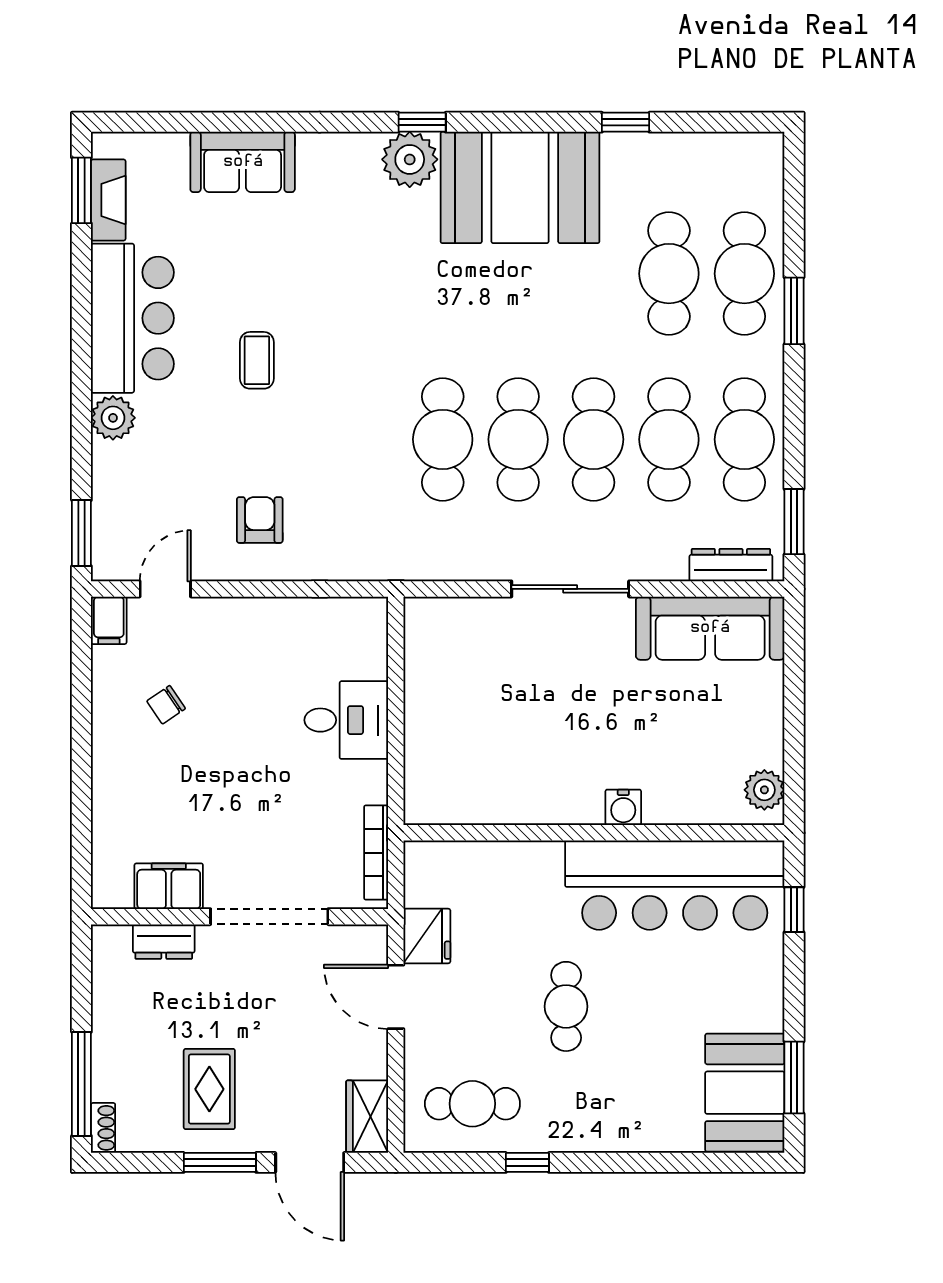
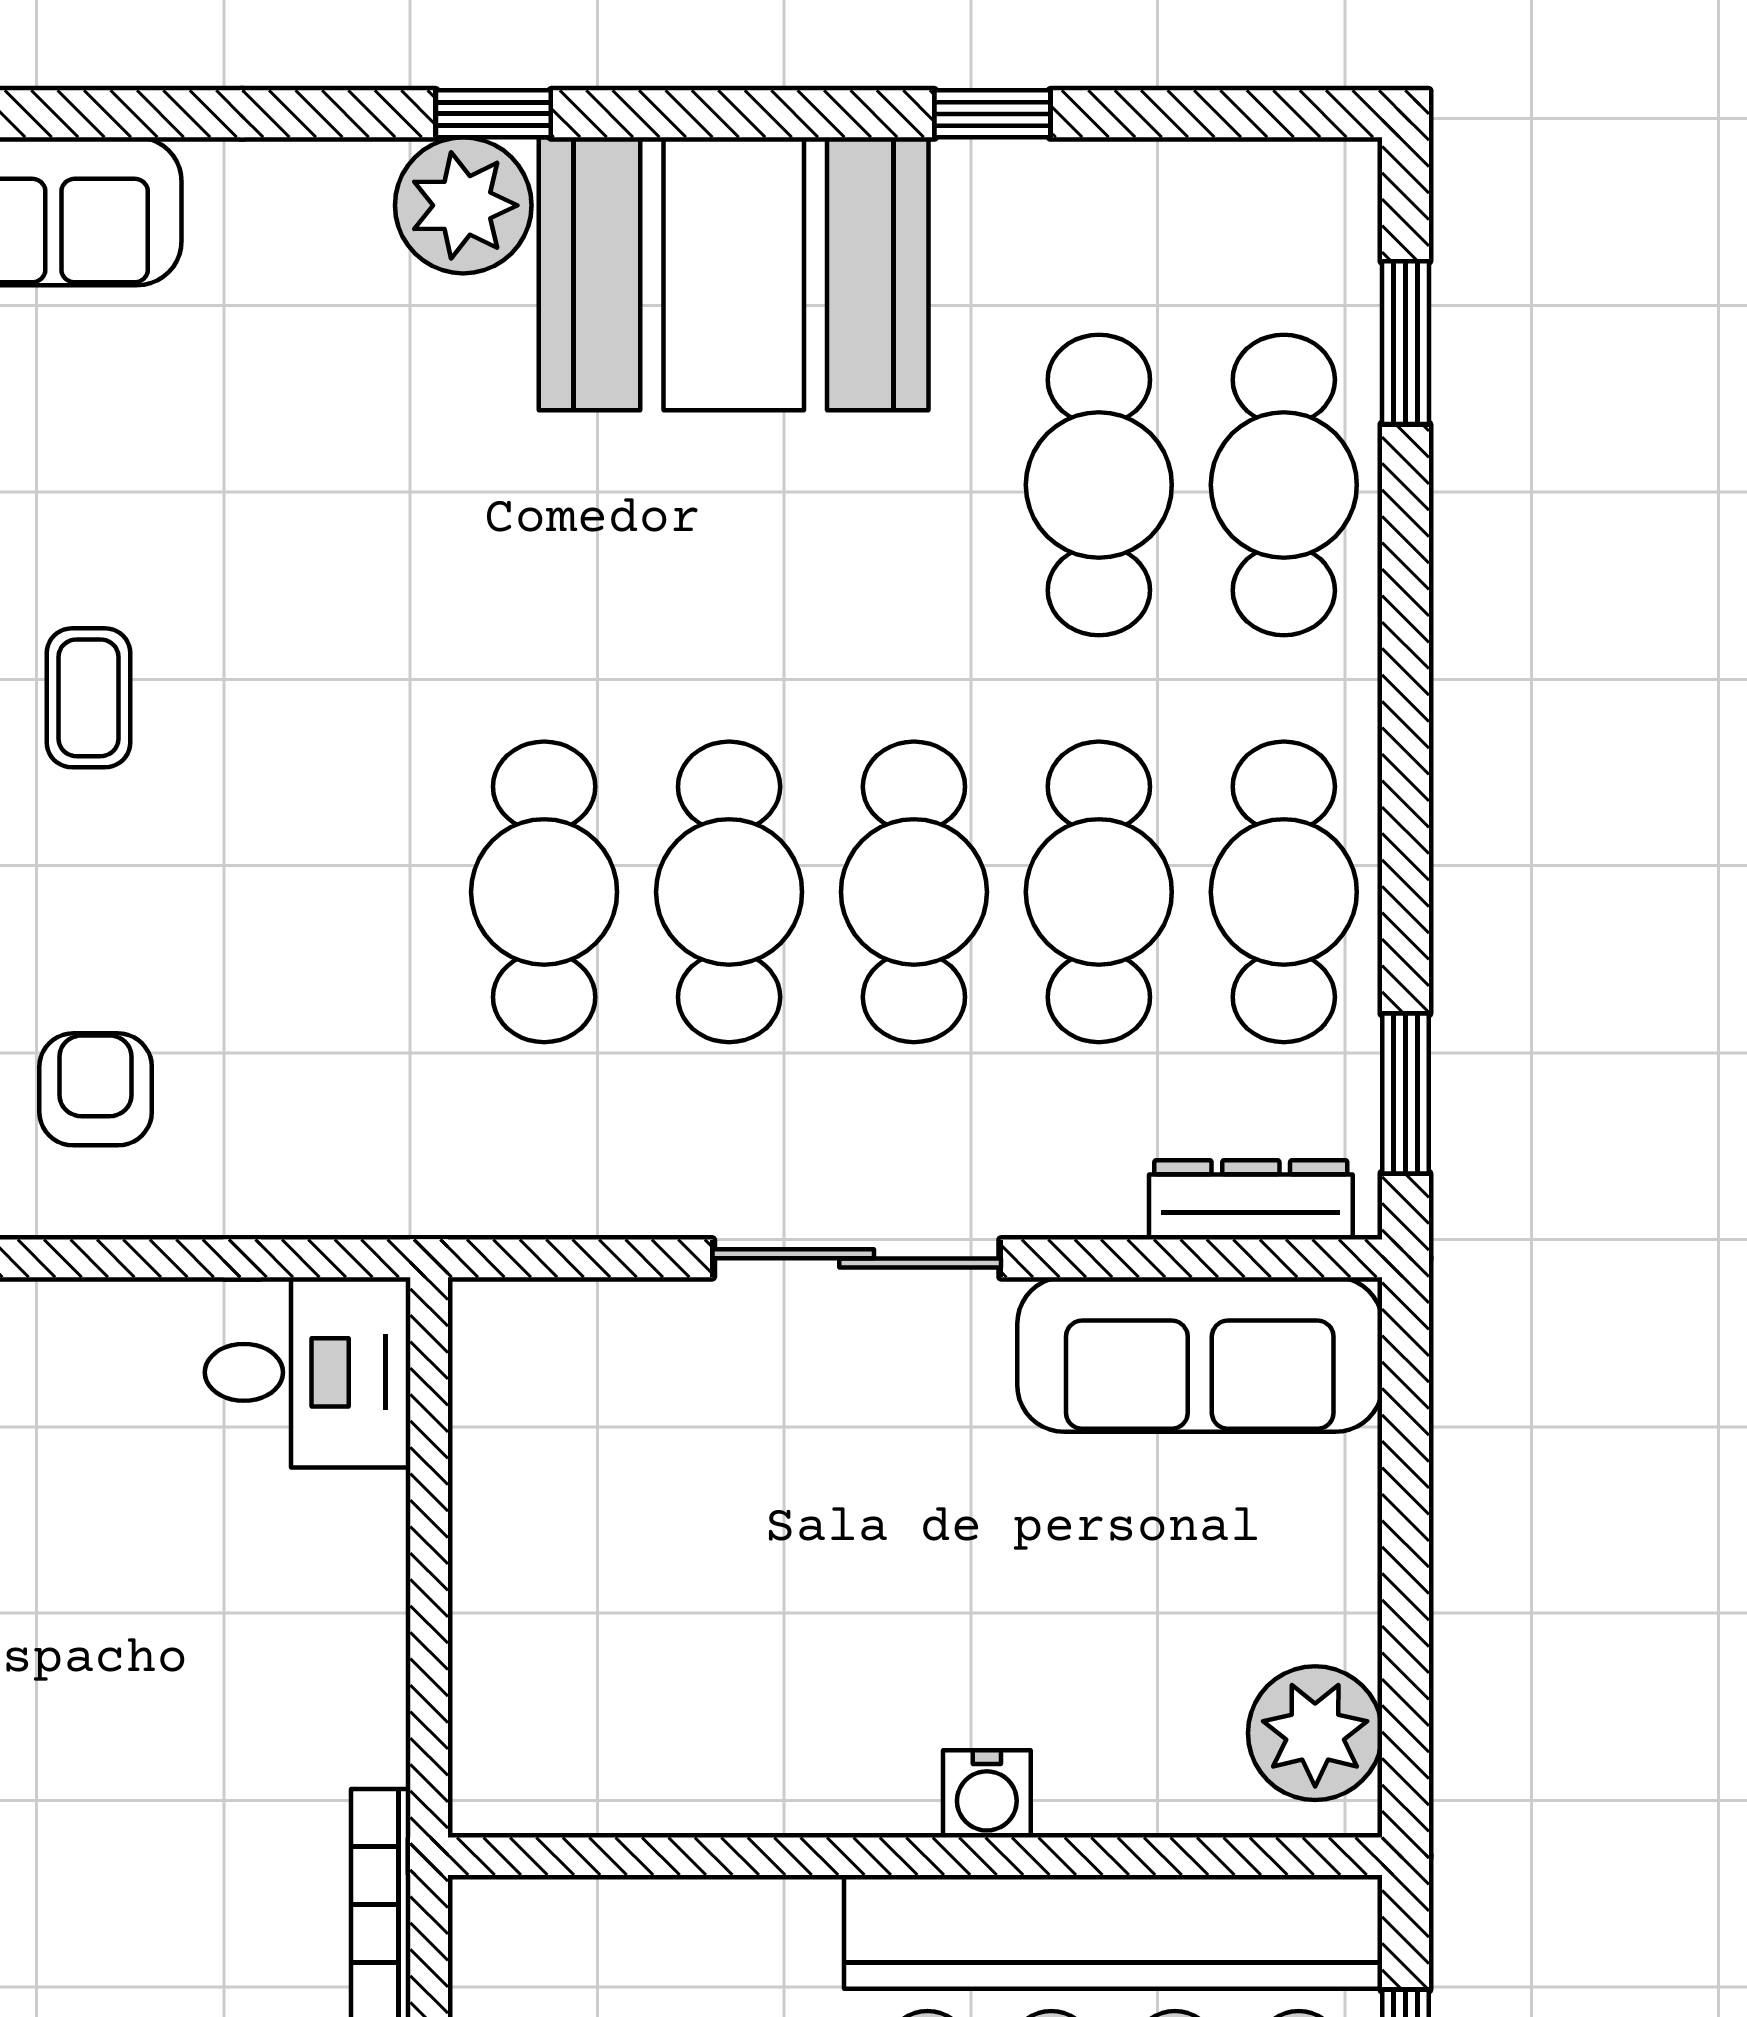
window: (794, 311) -> (1405, 343), moved
desk: (346, 720) -> (308, 1372), moved
plant: (764, 790) -> (1315, 1733), width x1.36, depth x1.36

